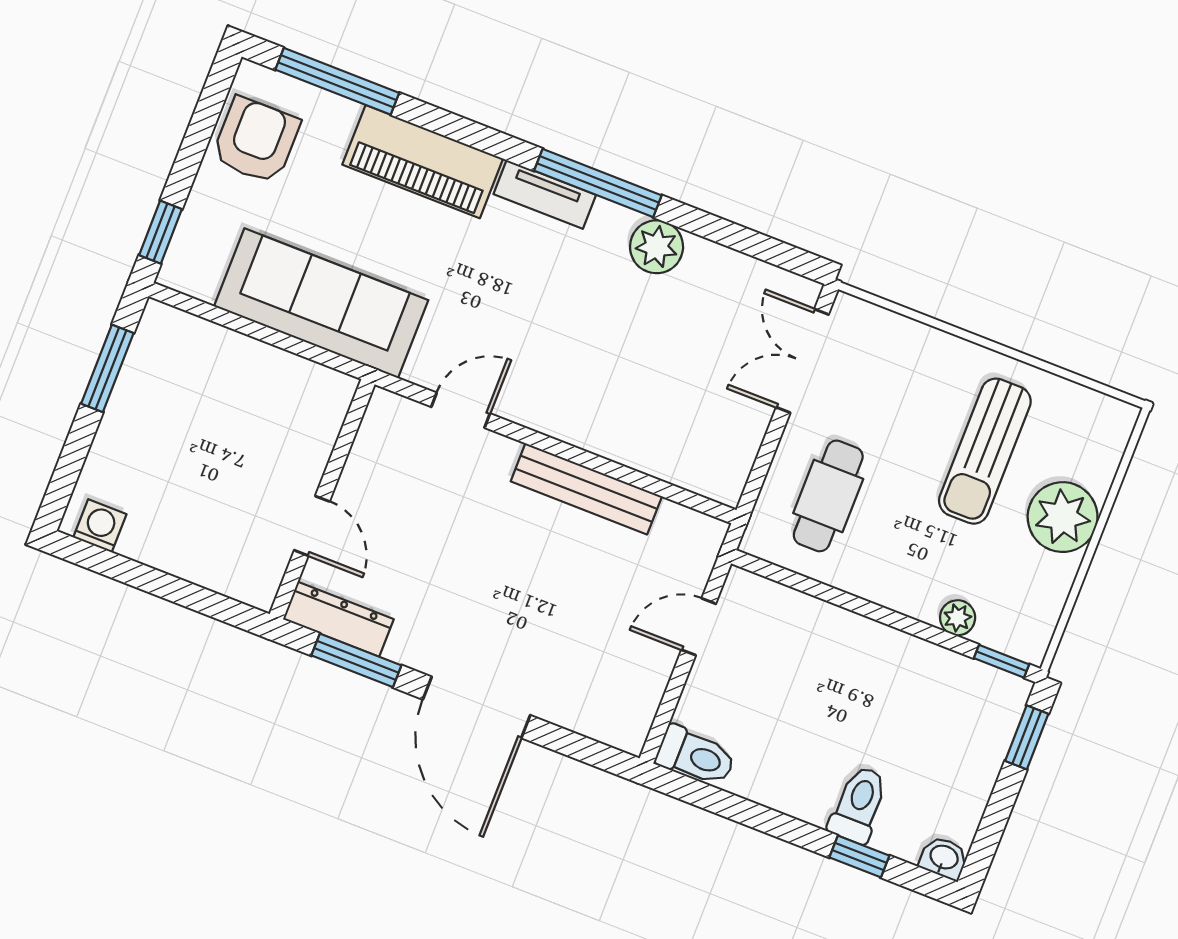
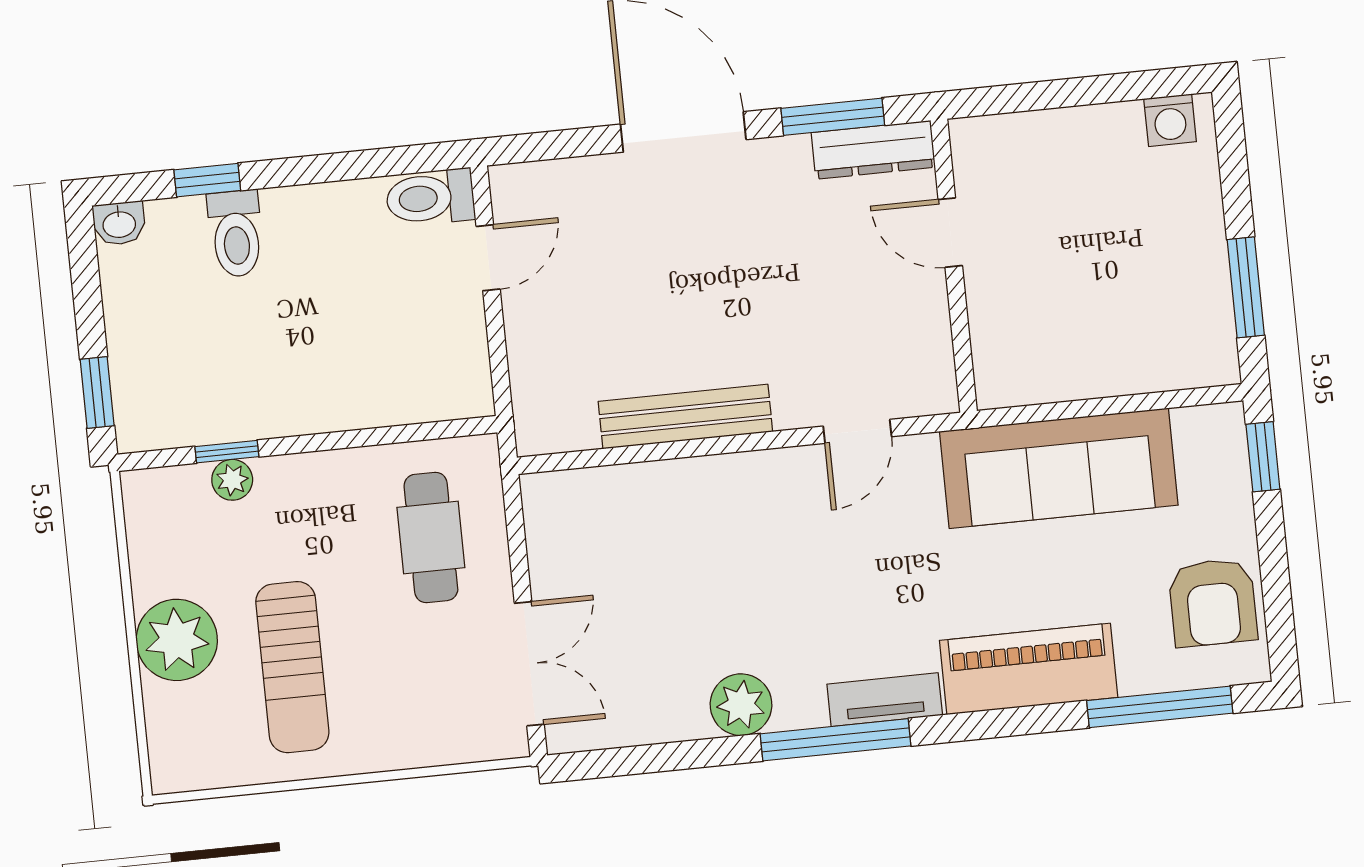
sun lounger: (985, 451) -> (292, 667), turned 180
door: (699, 627) -> (488, 258), moved
window: (1001, 661) -> (227, 452), moved

